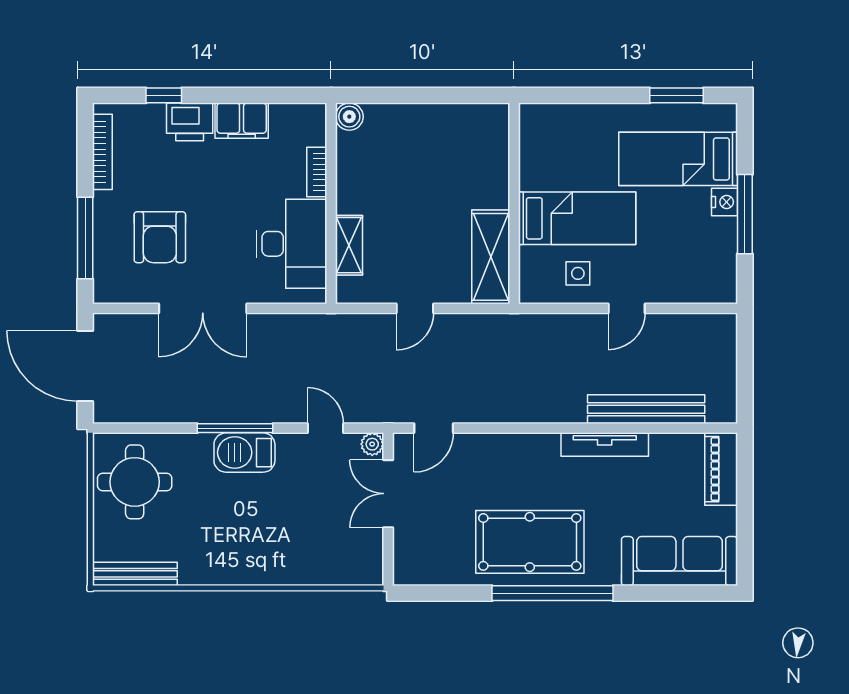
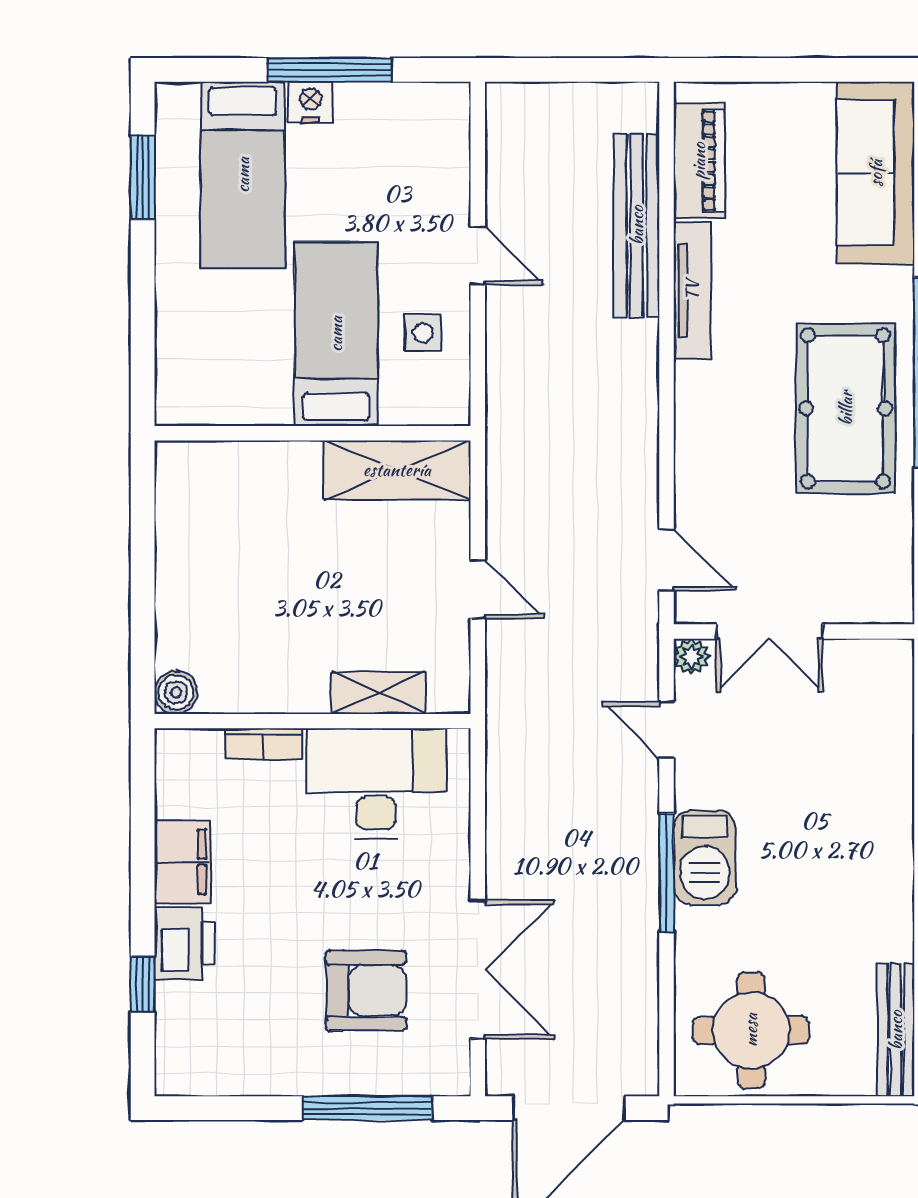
bookcase: (102, 152) -> (232, 1081), removed
double door: (203, 308) -> (478, 969), moved
door: (325, 428) -> (667, 730), hinge flipped
piano: (721, 469) -> (699, 161), moved, turned -90

